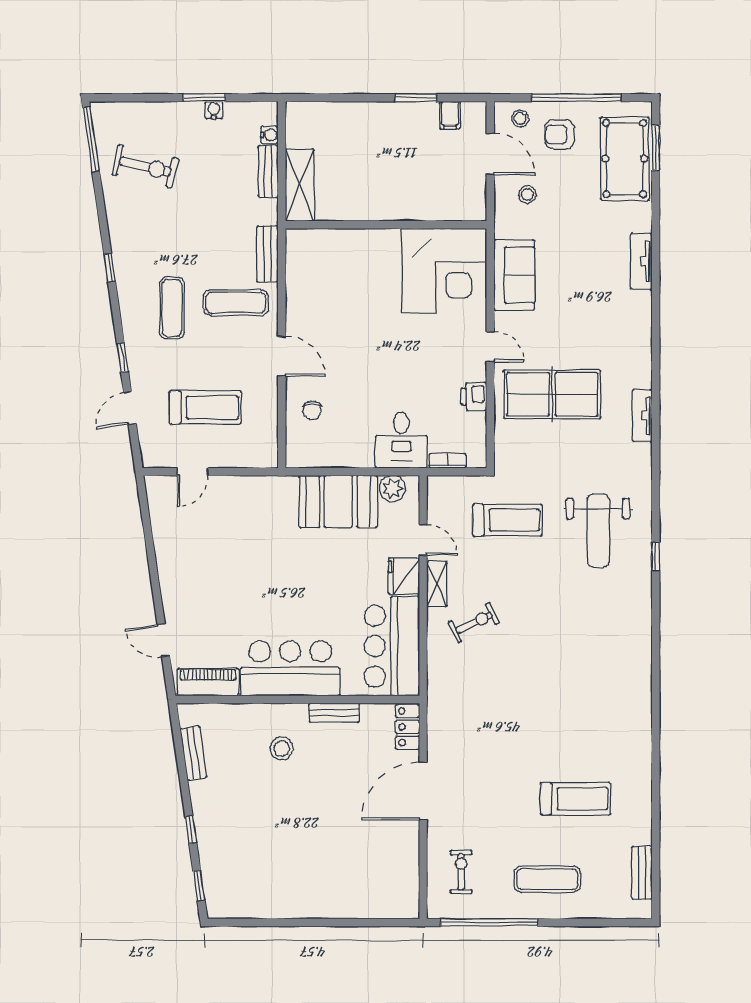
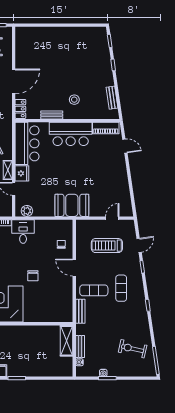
chair: (378, 337) -> (33, 276), added
booth: (338, 501) -> (72, 205), moved

